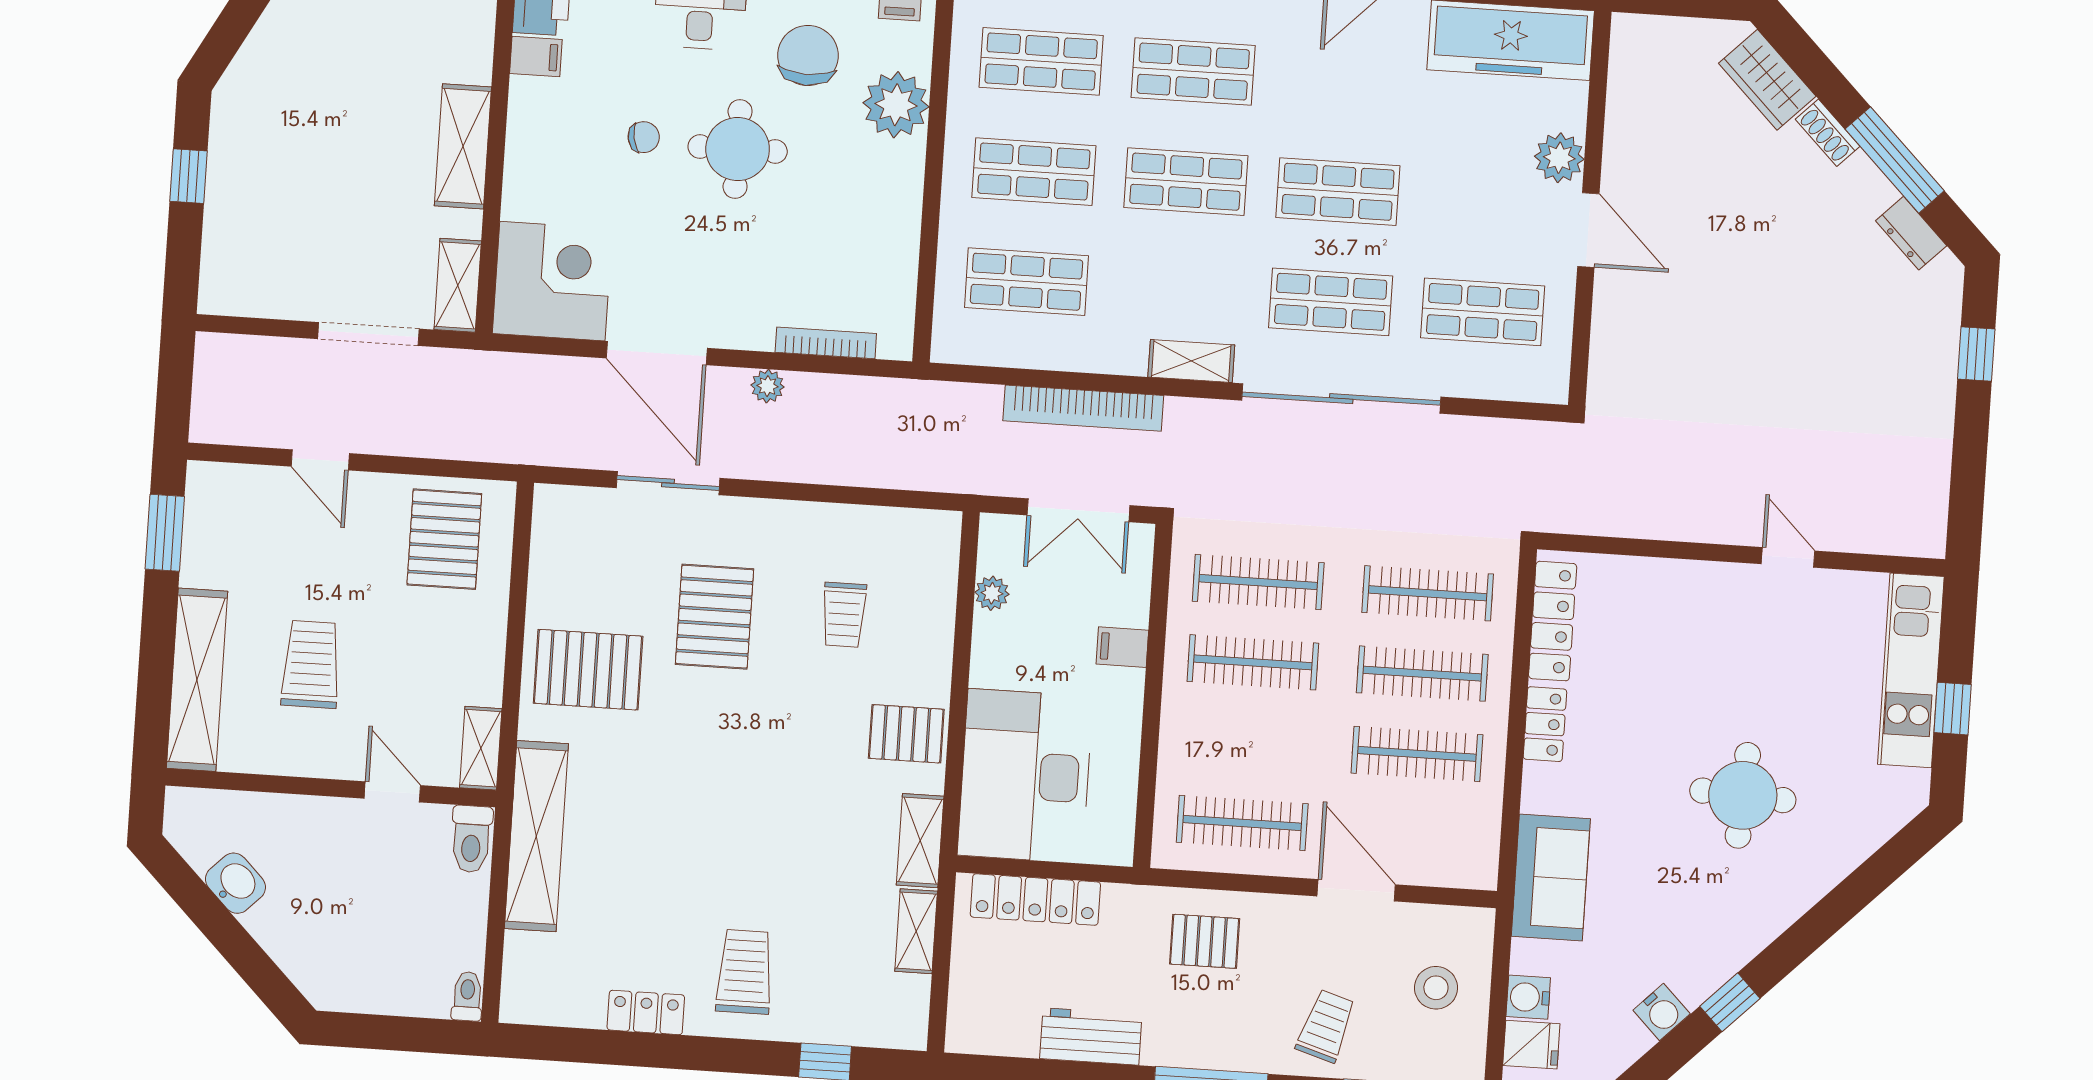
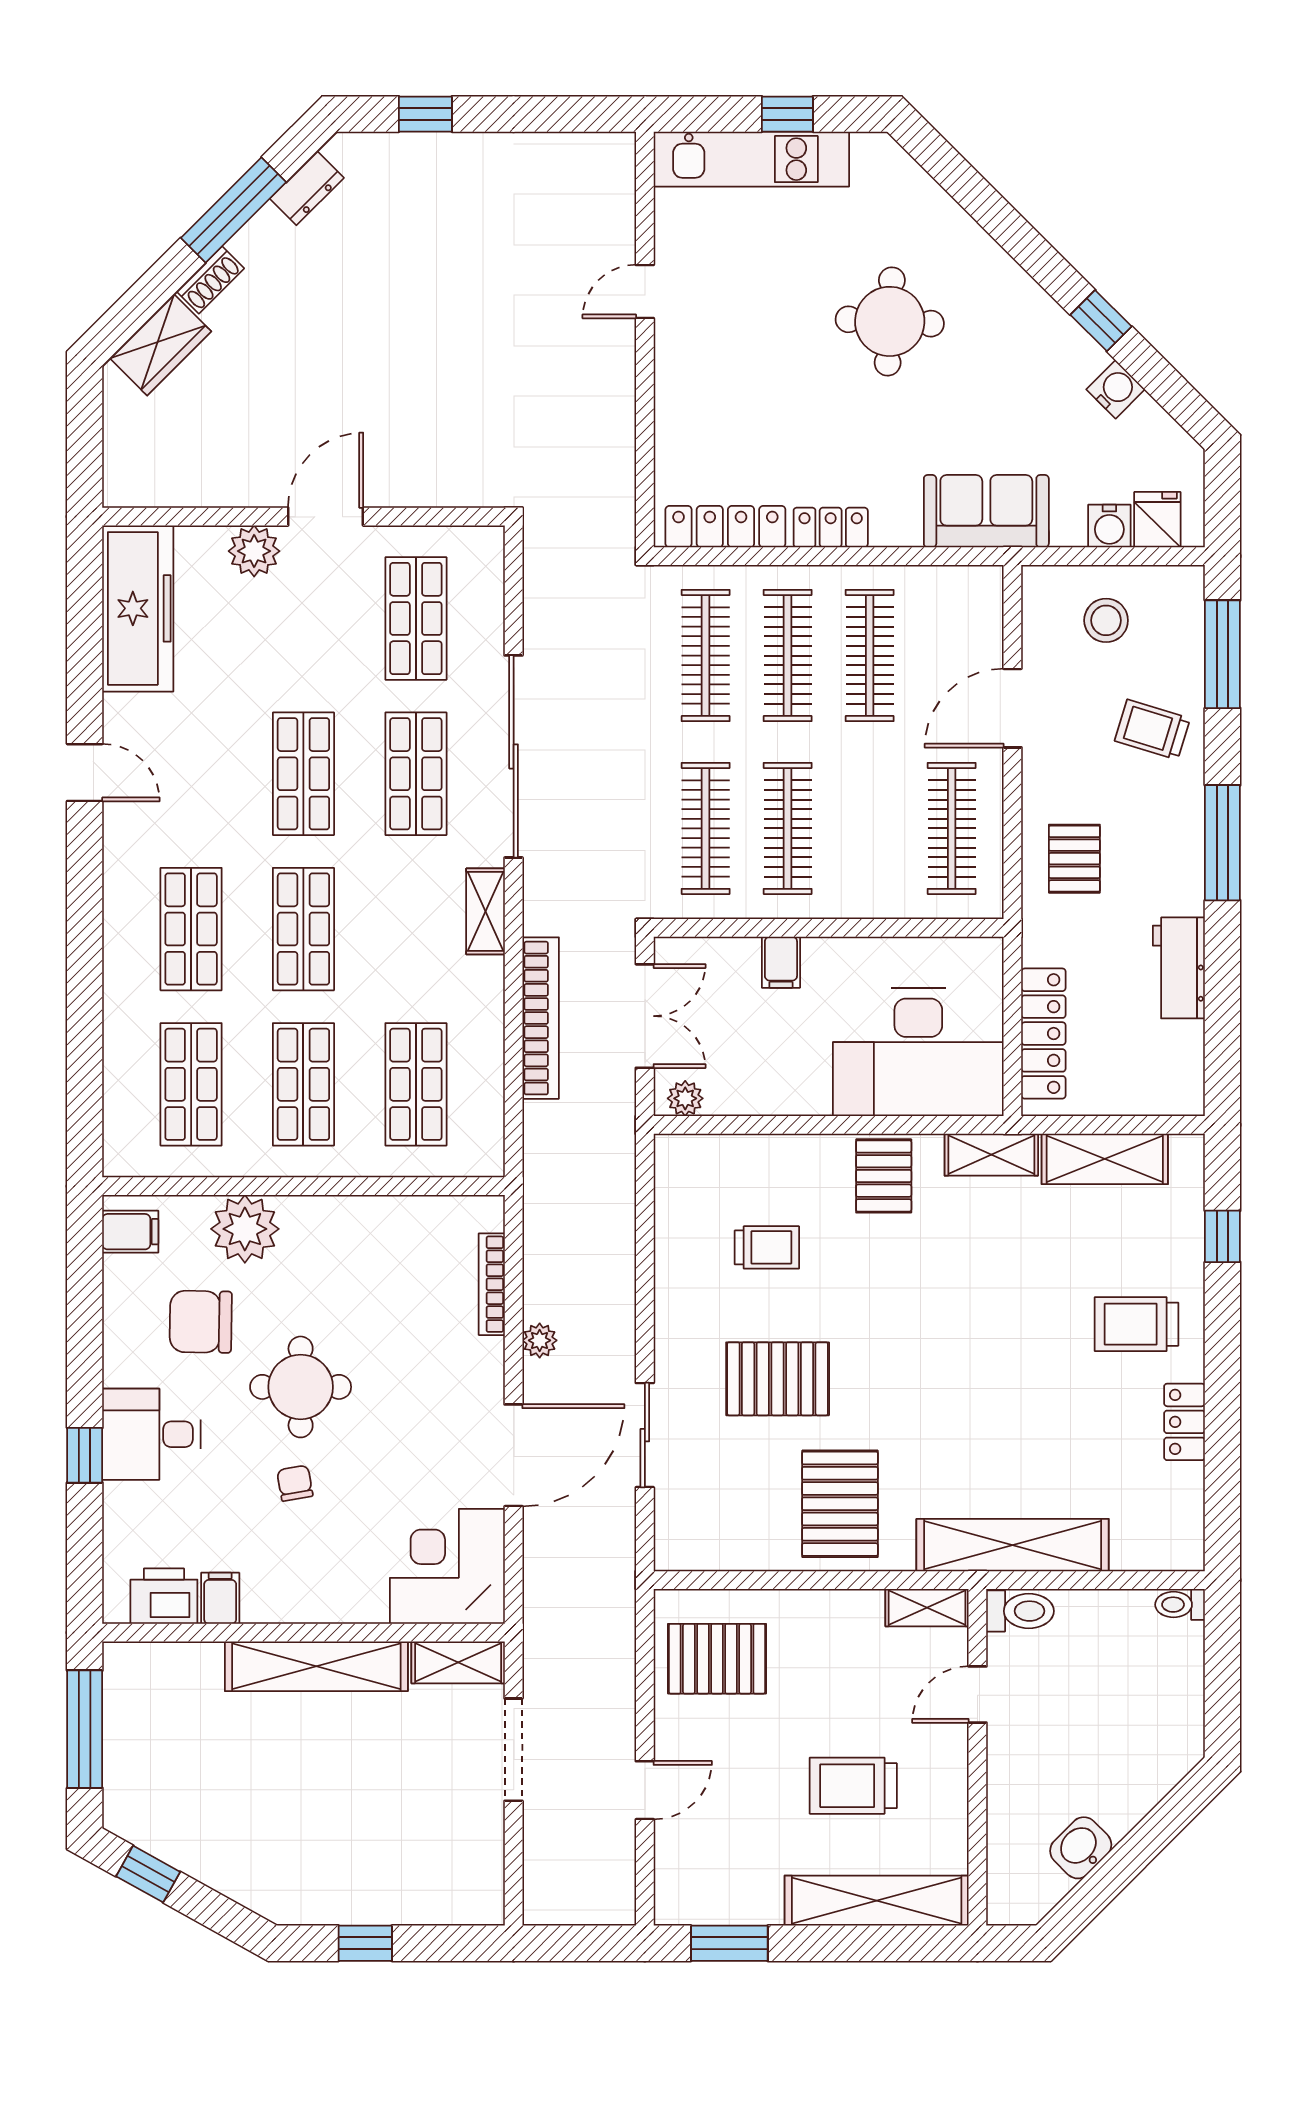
shelving: (463, 146) -> (316, 1666), width x1.47
plant: (992, 593) -> (685, 1098), moved
shelving: (916, 931) -> (1105, 1159), width x1.50, depth x1.33

